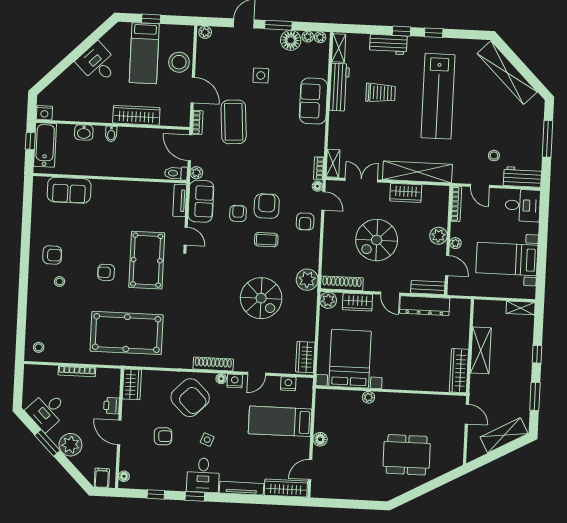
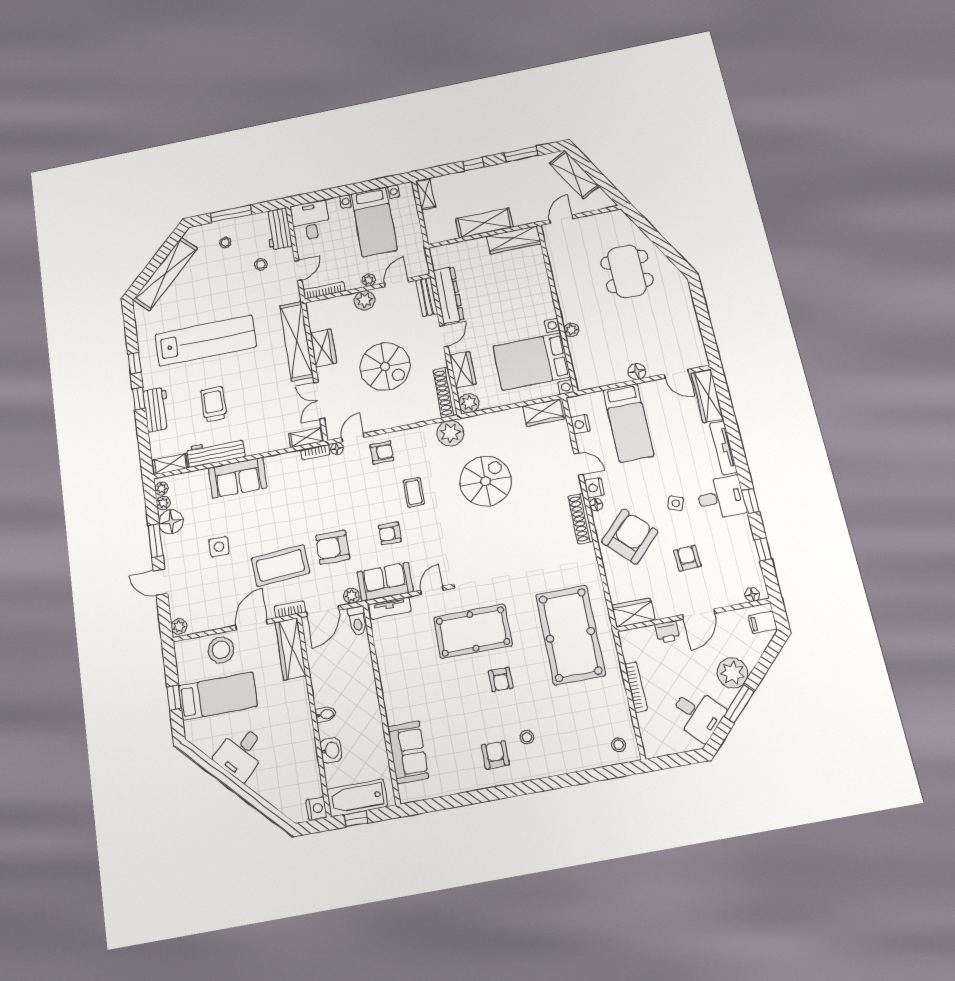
wardrobe: (136, 115) -> (291, 649), moved
stool: (522, 129) -> (225, 243), added
armchair: (267, 206) -> (333, 547), moved

